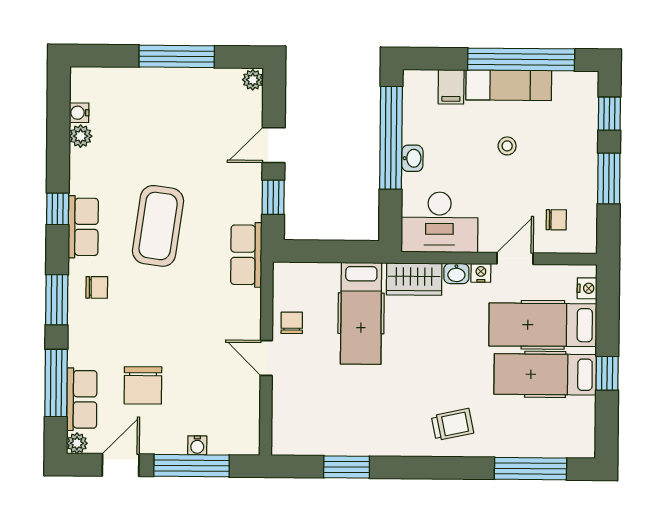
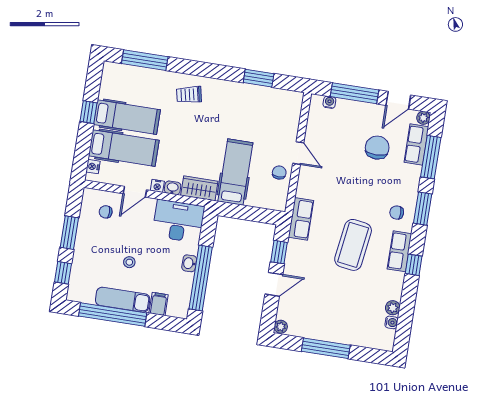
chair: (292, 323) -> (279, 173), turned 180
water cooler: (197, 445) -> (329, 102), moved

